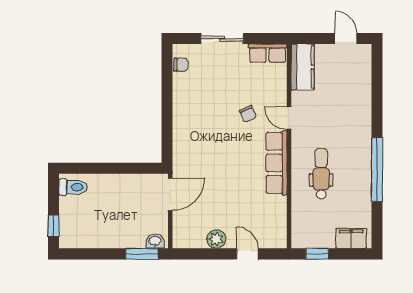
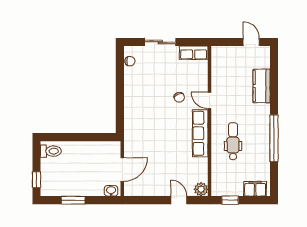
kitchen counter: (303, 67) -> (262, 86), moved, turned 180
door: (170, 194) -> (122, 169), moved
plant: (216, 239) -> (201, 189), moved
window: (142, 254) -> (73, 200), moved

